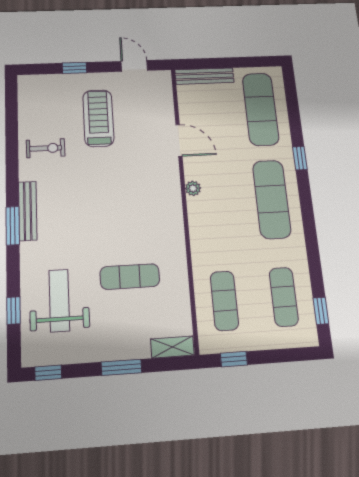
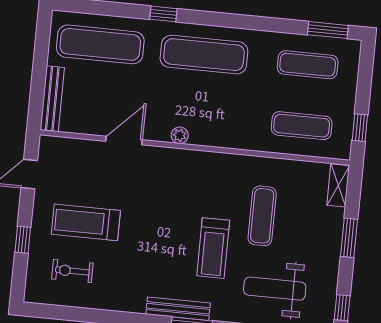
exercise bike: (46, 148) -> (72, 271), moved, turned -90
treadmill: (91, 235) -> (213, 248), added
window: (321, 311) -> (328, 30), width x1.50

